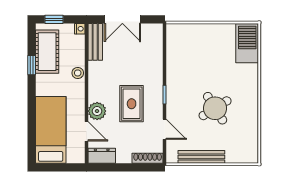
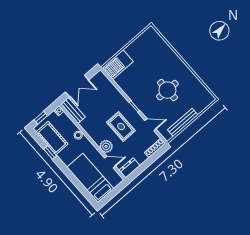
barbecue: (247, 43) -> (118, 65), moved, turned -90
round table: (215, 108) -> (167, 90), turned 32

